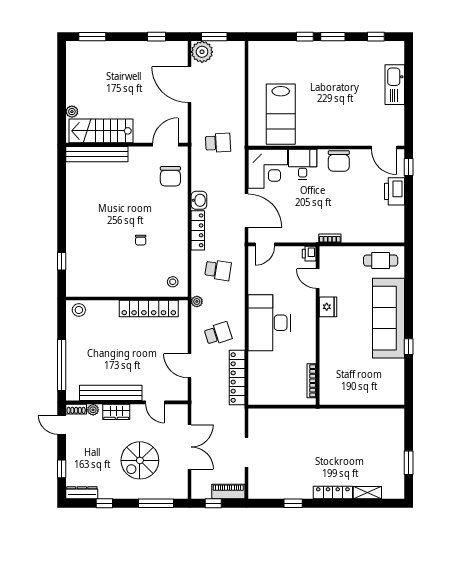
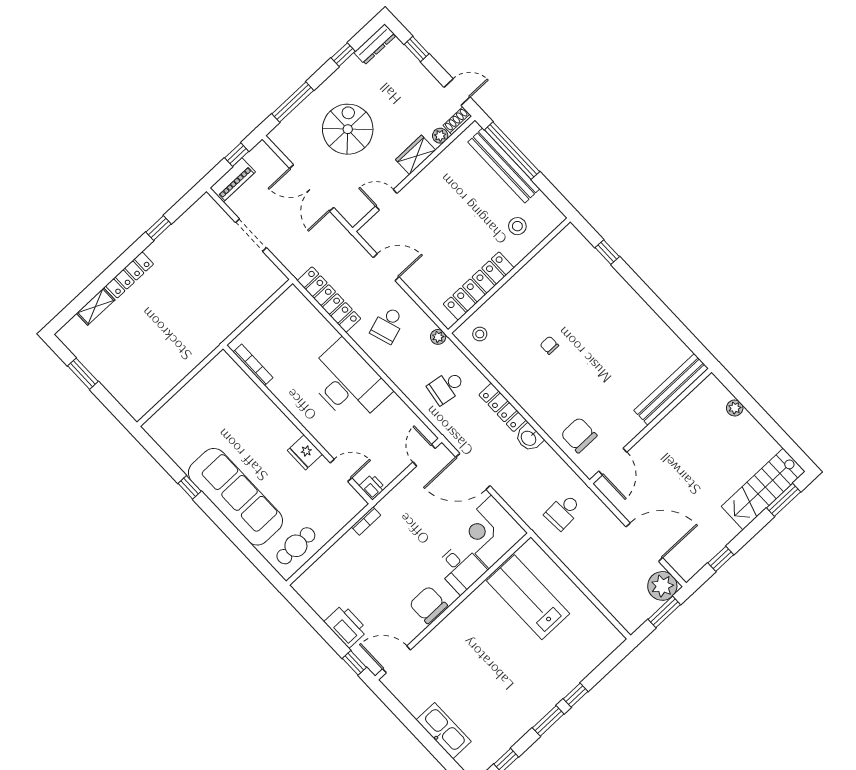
stairs: (101, 131) -> (763, 489), moved, turned 180
stool: (79, 310) -> (517, 226), moved
bench: (111, 393) -> (504, 165), moved, turned 90

